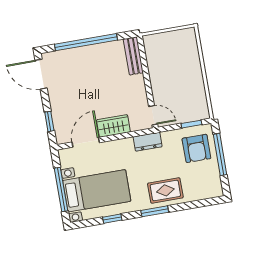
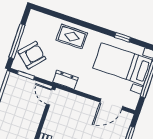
wardrobe: (113, 126) -> (84, 105), removed
armchair: (196, 148) -> (32, 55), turned 42
window: (155, 211) -> (88, 26), removed

